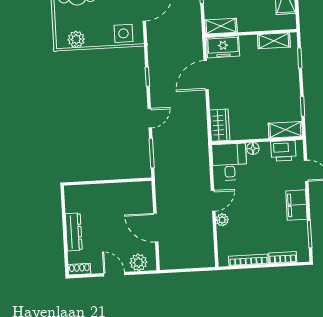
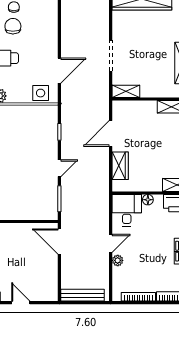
freezer: (223, 47) -> (127, 110), removed
wardrobe: (220, 125) -> (120, 166), moved
door: (156, 228) -> (59, 241), moved
plant: (138, 262) -> (42, 294), removed
bench: (184, 262) -> (82, 295), added

